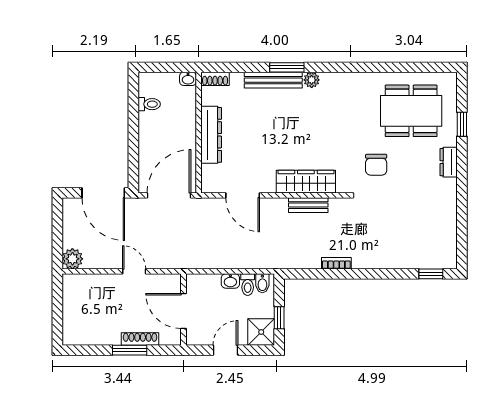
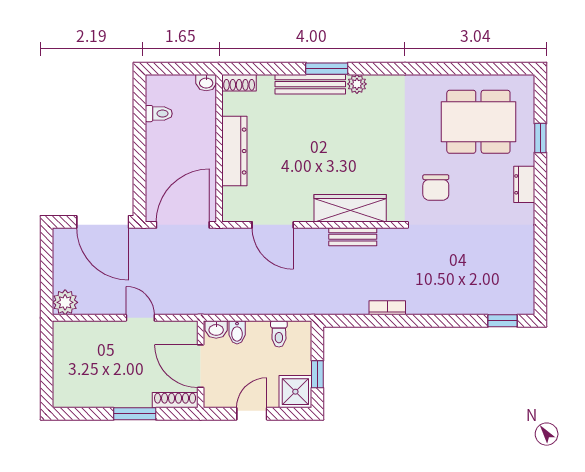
washbasin: (230, 281) -> (216, 329), moved
bidet: (262, 283) -> (237, 332), moved
shoe rack: (140, 339) -> (175, 400), moved

